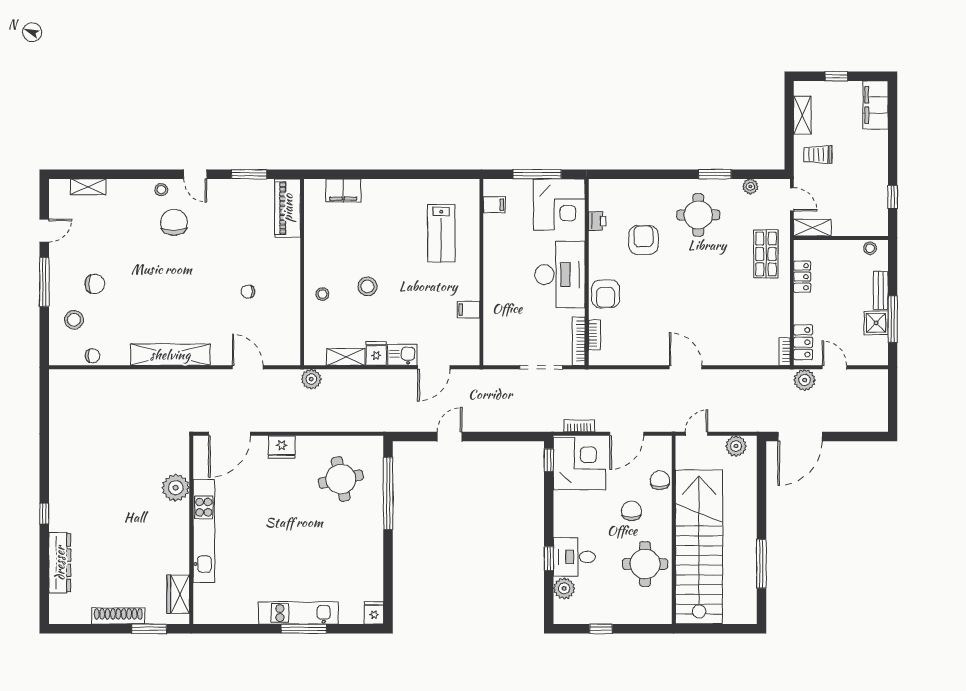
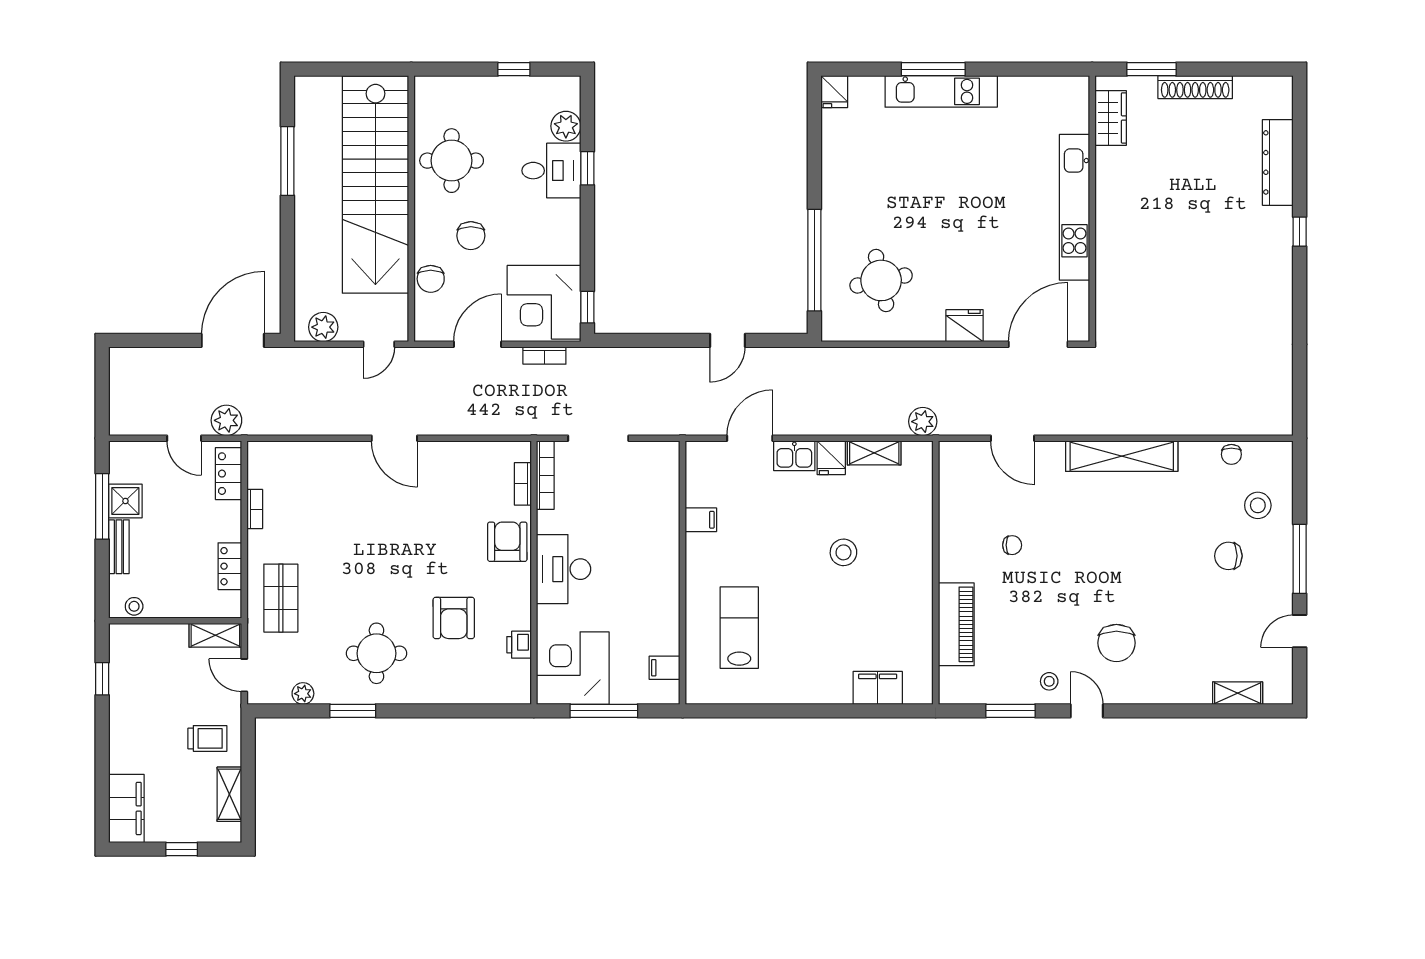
stool: (161, 190) -> (1049, 681), moved
piano: (288, 208) -> (956, 624), moved
desk: (560, 275) -> (564, 569), width x0.73, depth x0.77
stool: (322, 294) -> (907, 542), removed
bookcase: (785, 352) -> (255, 509), moved
chair: (93, 356) -> (1231, 454), turned -90
plant: (176, 488) -> (1114, 268), removed

